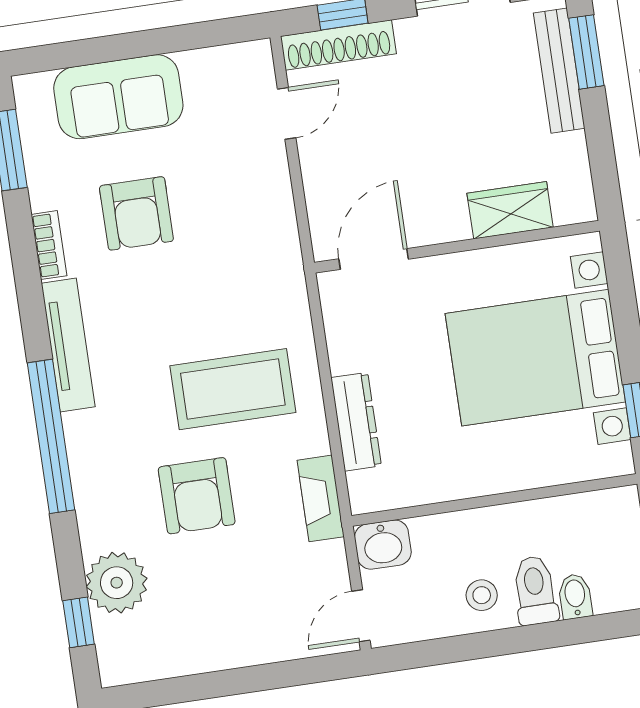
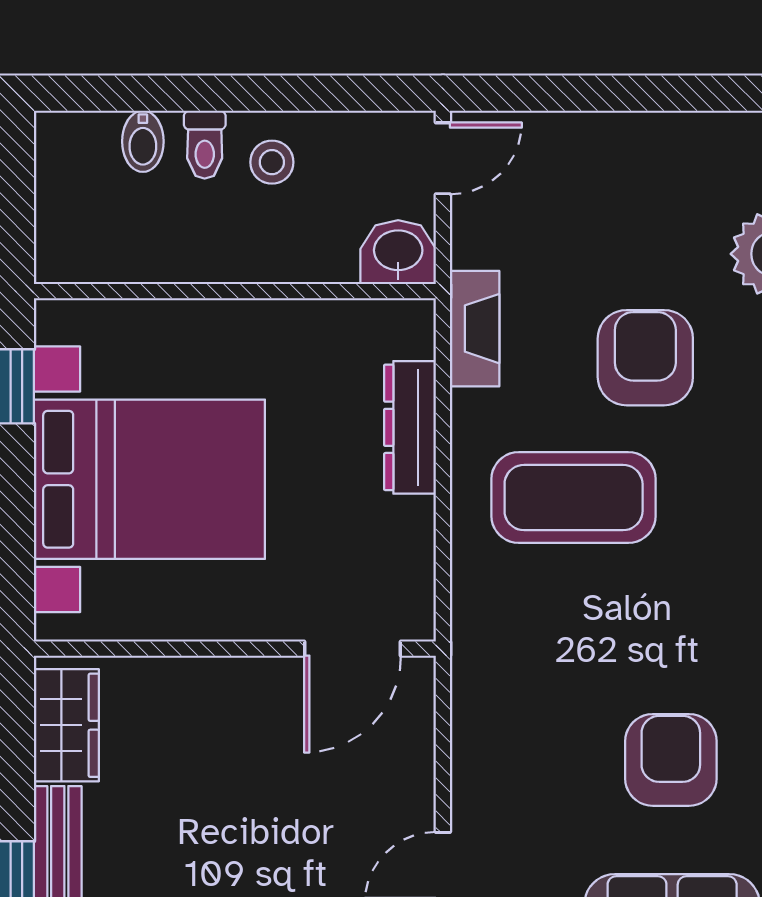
wardrobe: (510, 210) -> (66, 725), moved, turned -90
toilet: (535, 590) -> (205, 145), width x0.73, depth x0.72

